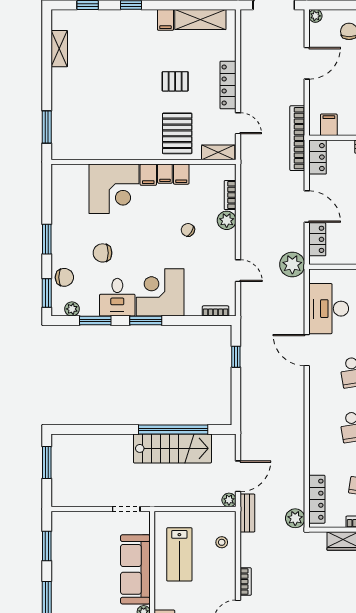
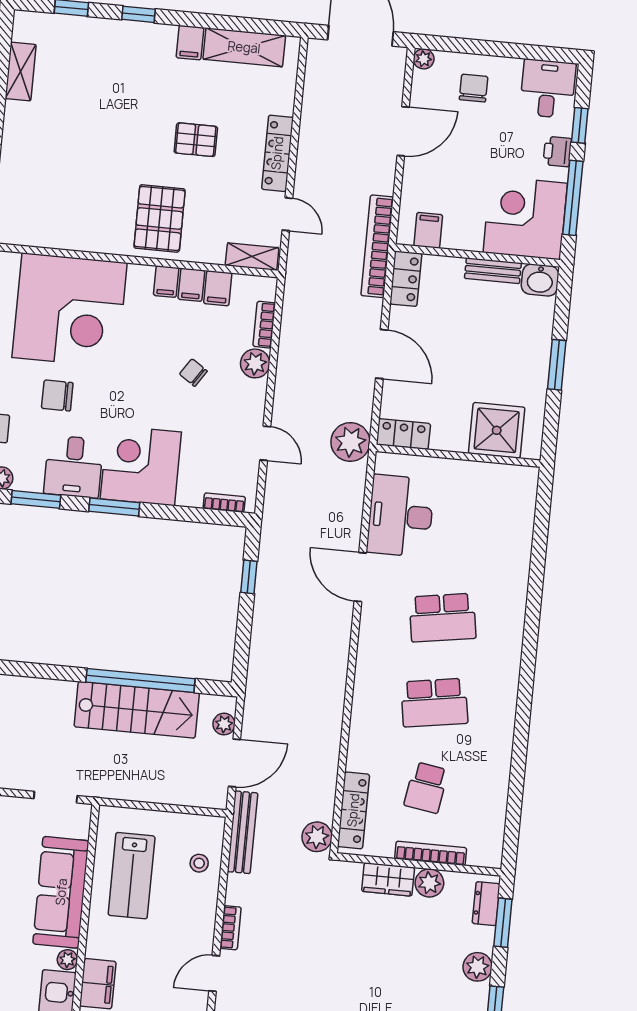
pallet: (177, 133) -> (160, 218), moved
filing cabinet: (148, 175) -> (218, 288), moved
corner desk: (114, 189) -> (69, 310), width x1.36, depth x1.36
locker: (317, 239) -> (403, 434), moved, turned -90
plant: (229, 500) -> (224, 724), moved
bench: (247, 513) -> (242, 832), width x1.36

